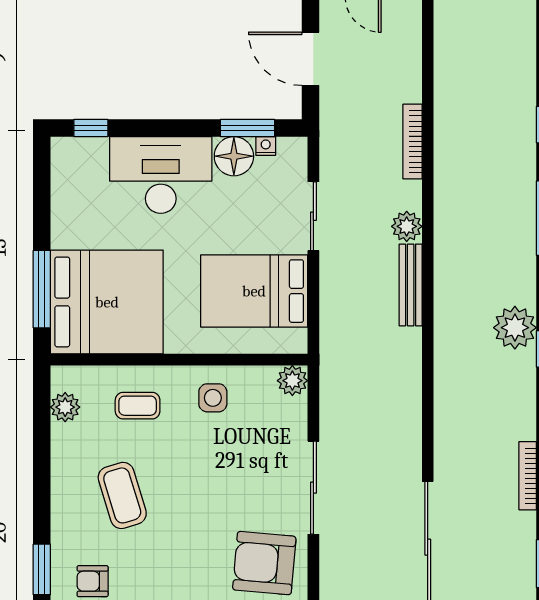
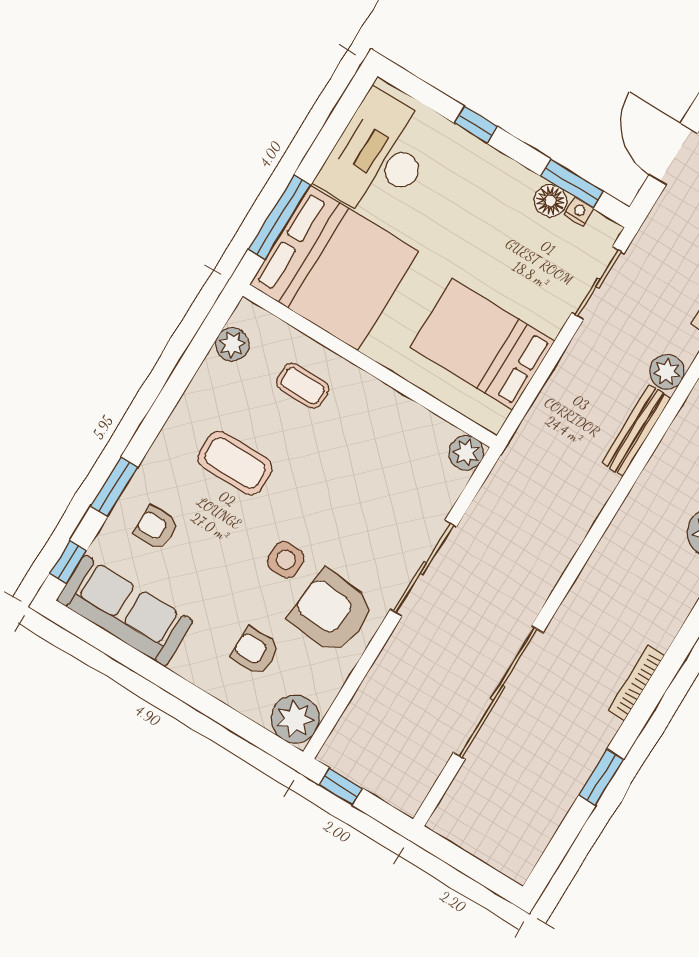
window: (91, 128) -> (476, 125), moved
floor lamp: (234, 156) -> (550, 201), width x0.73, depth x0.73
desk: (161, 175) -> (379, 156), moved, turned -90
sliding door: (313, 216) -> (598, 283), moved
side table: (213, 398) -> (286, 560), moved
coffee table: (122, 495) -> (235, 463), turned -73

